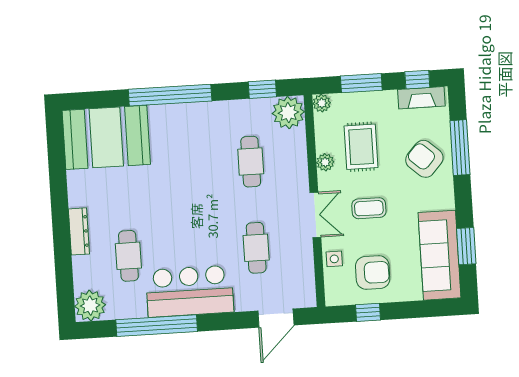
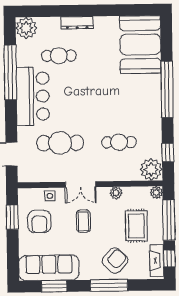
window: (361, 83) -> (169, 220), width x1.44
rug: (361, 147) -> (136, 226), moved, turned 90
window: (460, 148) -> (109, 285), moved
cafe table: (256, 248) -> (60, 143), width x1.37, depth x1.35
window: (368, 312) -> (12, 217), width x1.50

